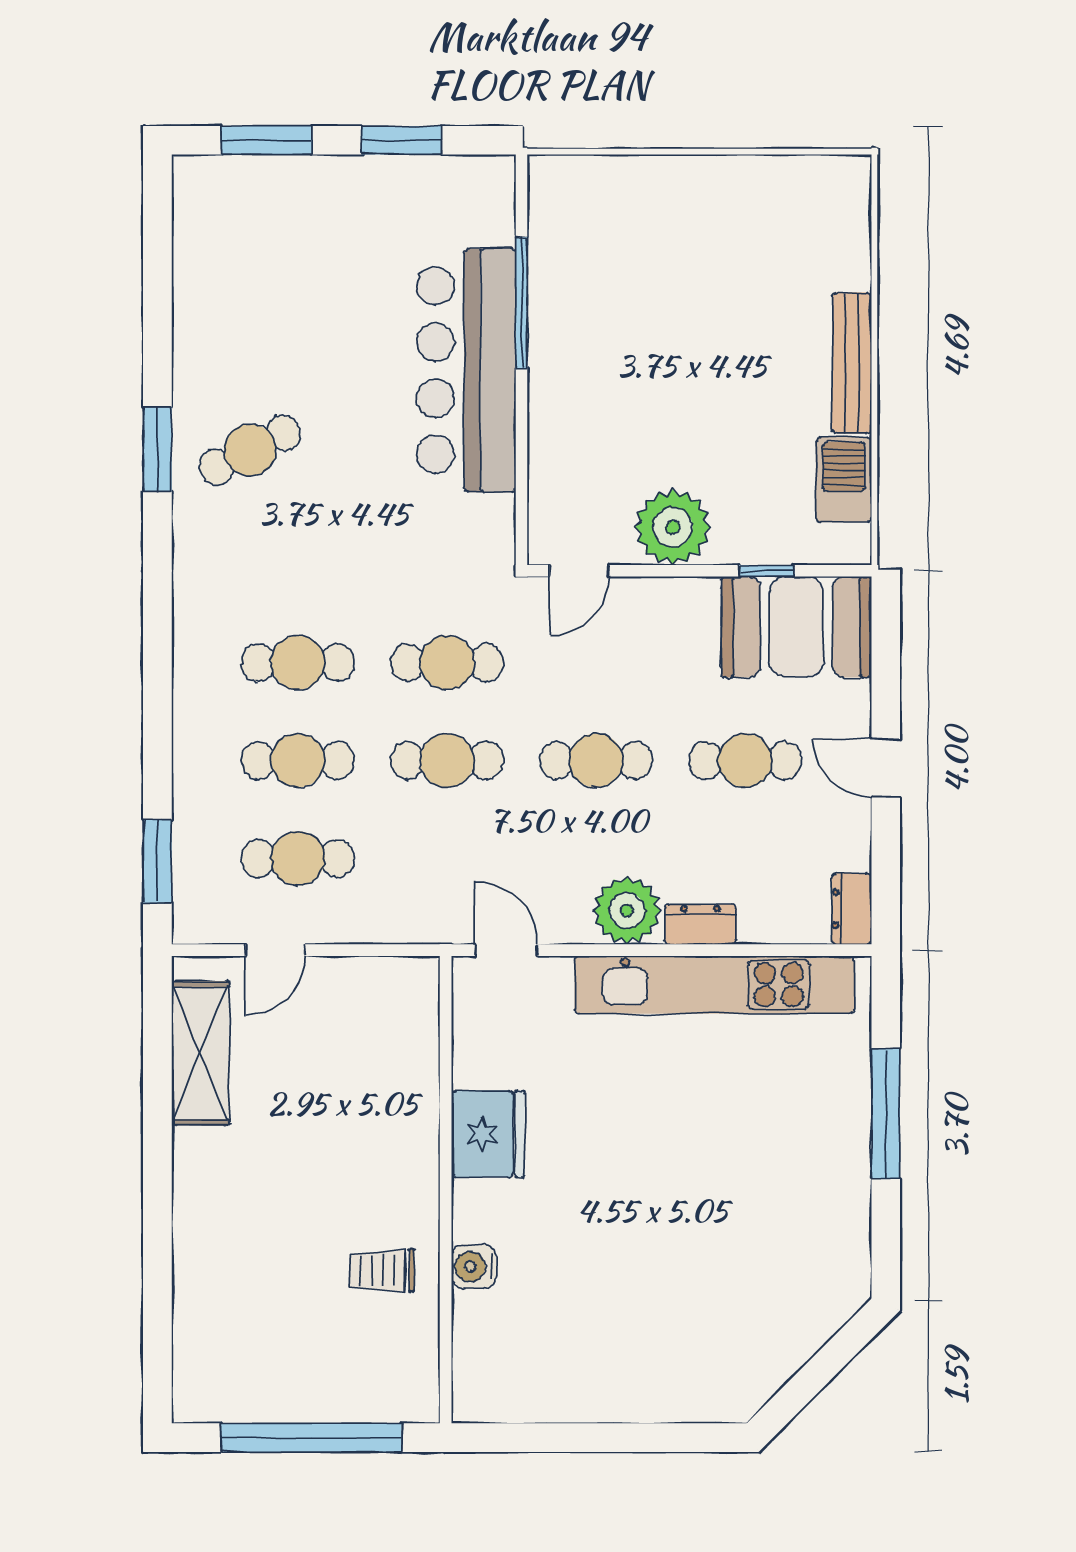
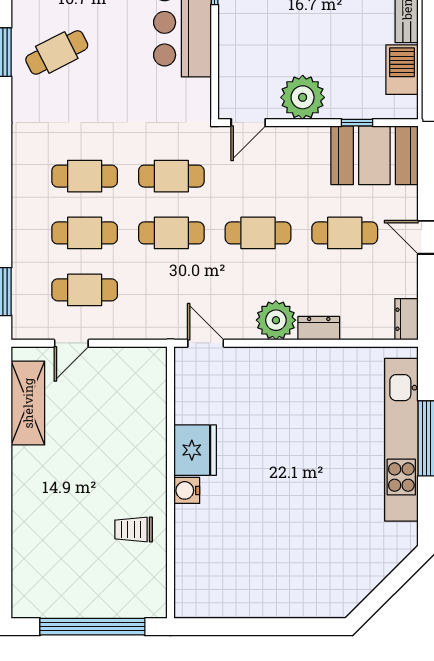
kitchen unit: (714, 985) -> (401, 440), moved, turned 90
water cooler: (474, 1267) -> (187, 490), moved

